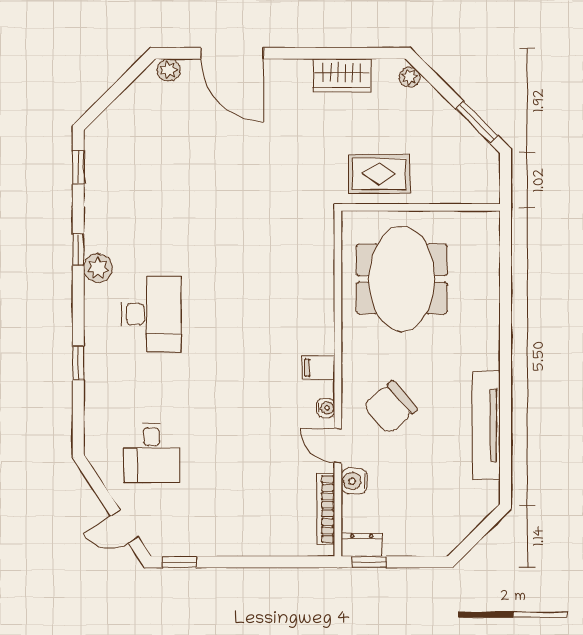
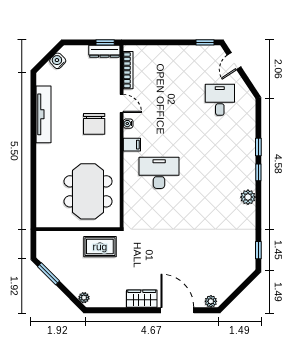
wardrobe: (342, 75) -> (142, 299), moved
window: (78, 250) -> (258, 172), moved
desk: (151, 314) -> (159, 173), moved, turned 90
chair: (390, 407) -> (94, 124), turned 130
water cooler: (354, 481) -> (58, 61), moved, turned -135
door: (124, 526) -> (234, 61), swing flipped
dresser: (362, 545) -> (104, 51), width x1.44

